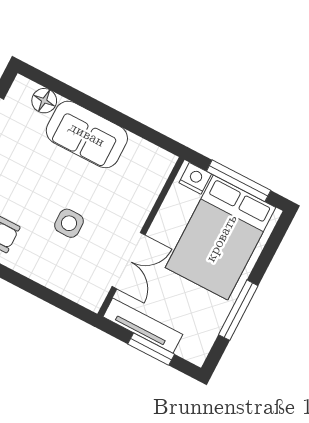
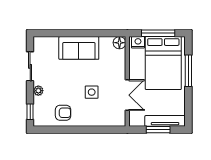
floor lamp: (44, 101) -> (119, 43), moved
window: (238, 310) -> (188, 71), moved
tv unit: (143, 326) -> (165, 121), moved

